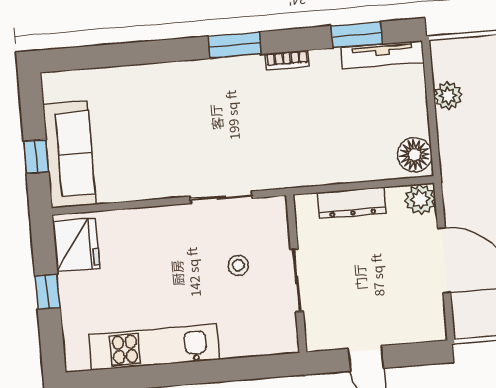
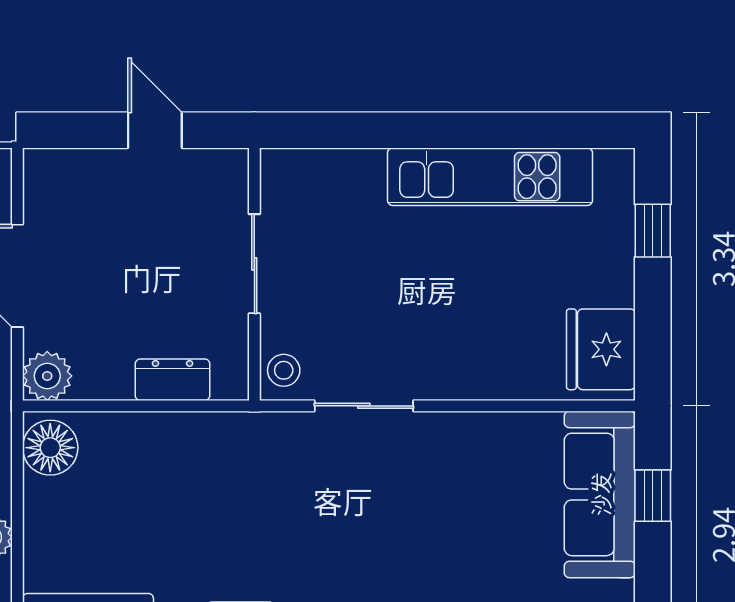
dresser: (352, 203) -> (173, 380), width x0.70
stool: (238, 265) -> (284, 370), moved
window: (47, 292) -> (653, 231), moved

